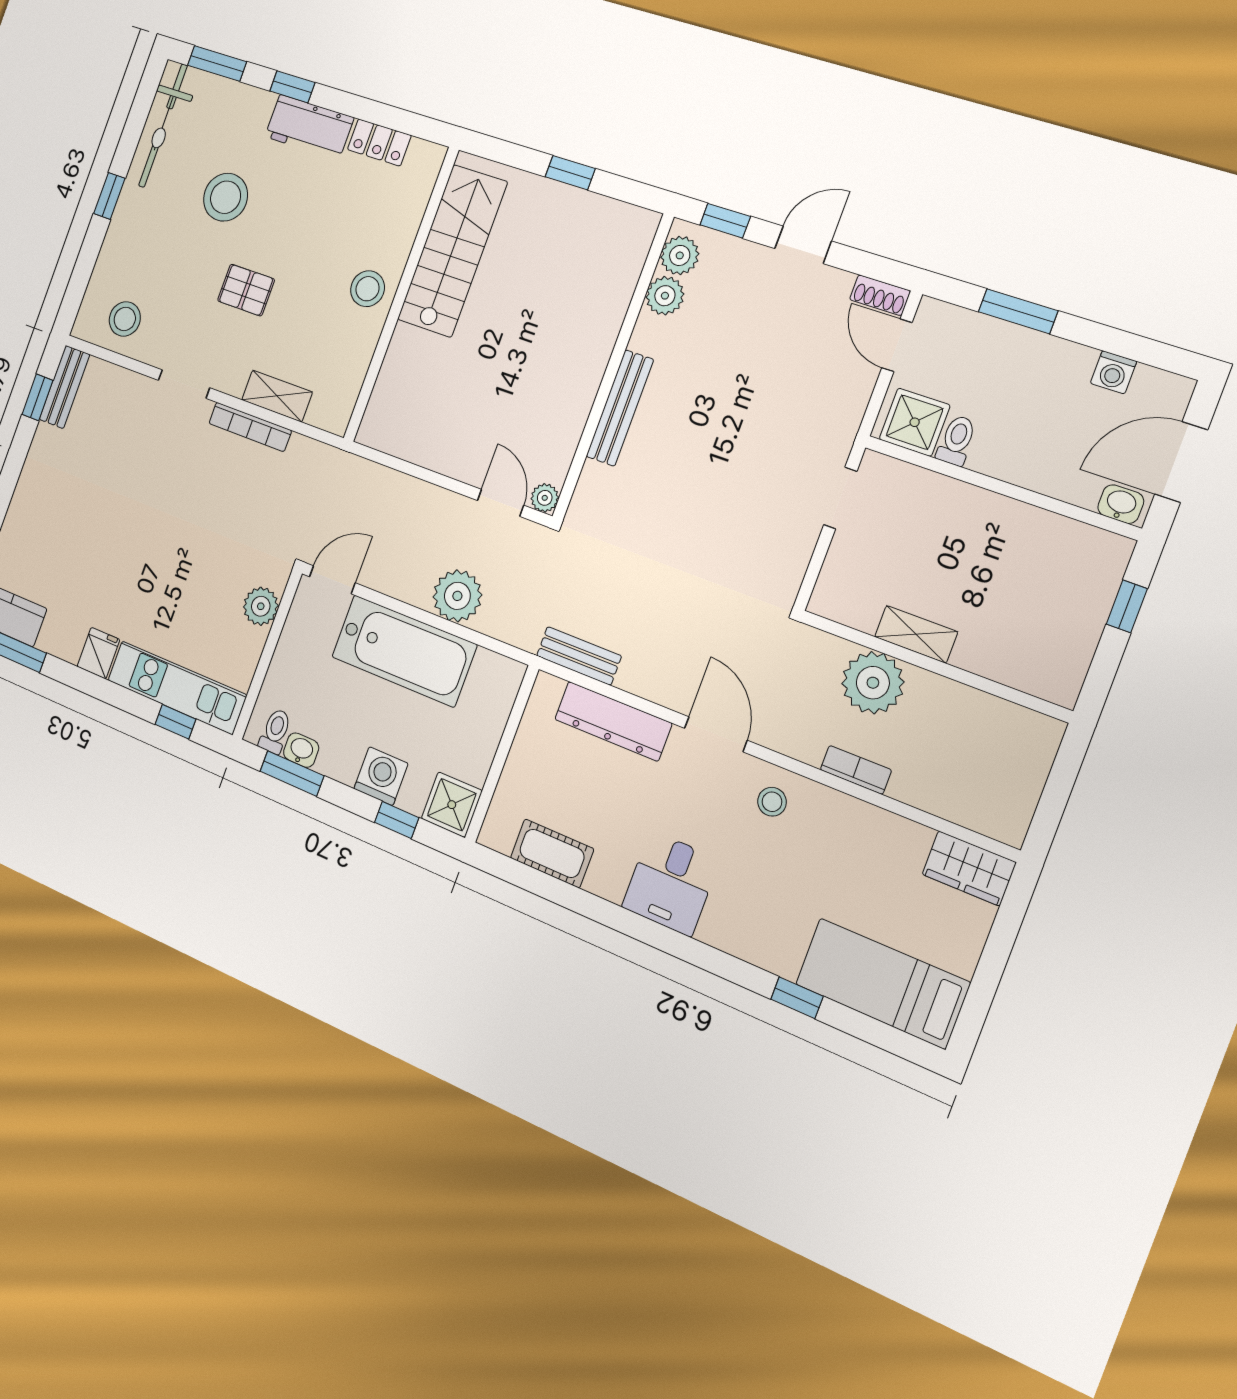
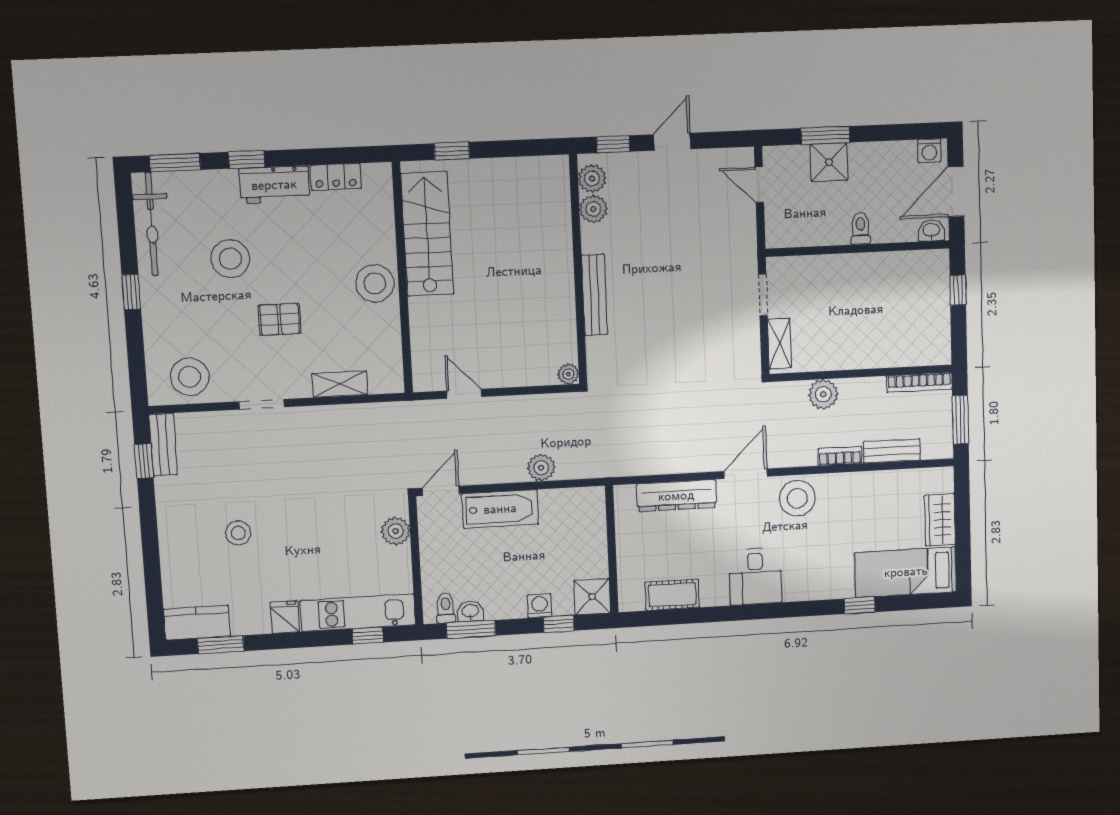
window: (570, 173) -> (452, 151), moved
stool: (368, 289) -> (375, 283), width x1.38, depth x1.38
shoe rack: (880, 295) -> (736, 157), removed
stool: (125, 319) -> (190, 377), width x1.38, depth x1.38
washing machine: (1113, 372) -> (929, 151), moved
shower: (915, 422) -> (829, 162), moved
bookcase: (250, 427) -> (919, 383), moved
toilet: (957, 440) -> (861, 228), moved
door: (500, 503) -> (464, 394), moved
stool: (94, 527) -> (238, 533), added
plant: (457, 596) -> (541, 468), width x0.73, depth x0.73
shelving: (916, 634) -> (780, 344), moved, turned 90
bathtub: (404, 651) -> (500, 509), width x0.73, depth x0.73
bench: (579, 656) -> (892, 451), moved
plant: (873, 683) -> (823, 394), width x0.73, depth x0.73
door: (716, 734) -> (746, 474), hinge flipped
washing machine: (381, 776) -> (540, 606), width x0.73, depth x0.73
window: (1054, 798) -> (960, 420), added
stool: (772, 802) -> (797, 498), width x1.89, depth x1.89
wardrobe: (969, 868) -> (940, 520), moved, turned 90

